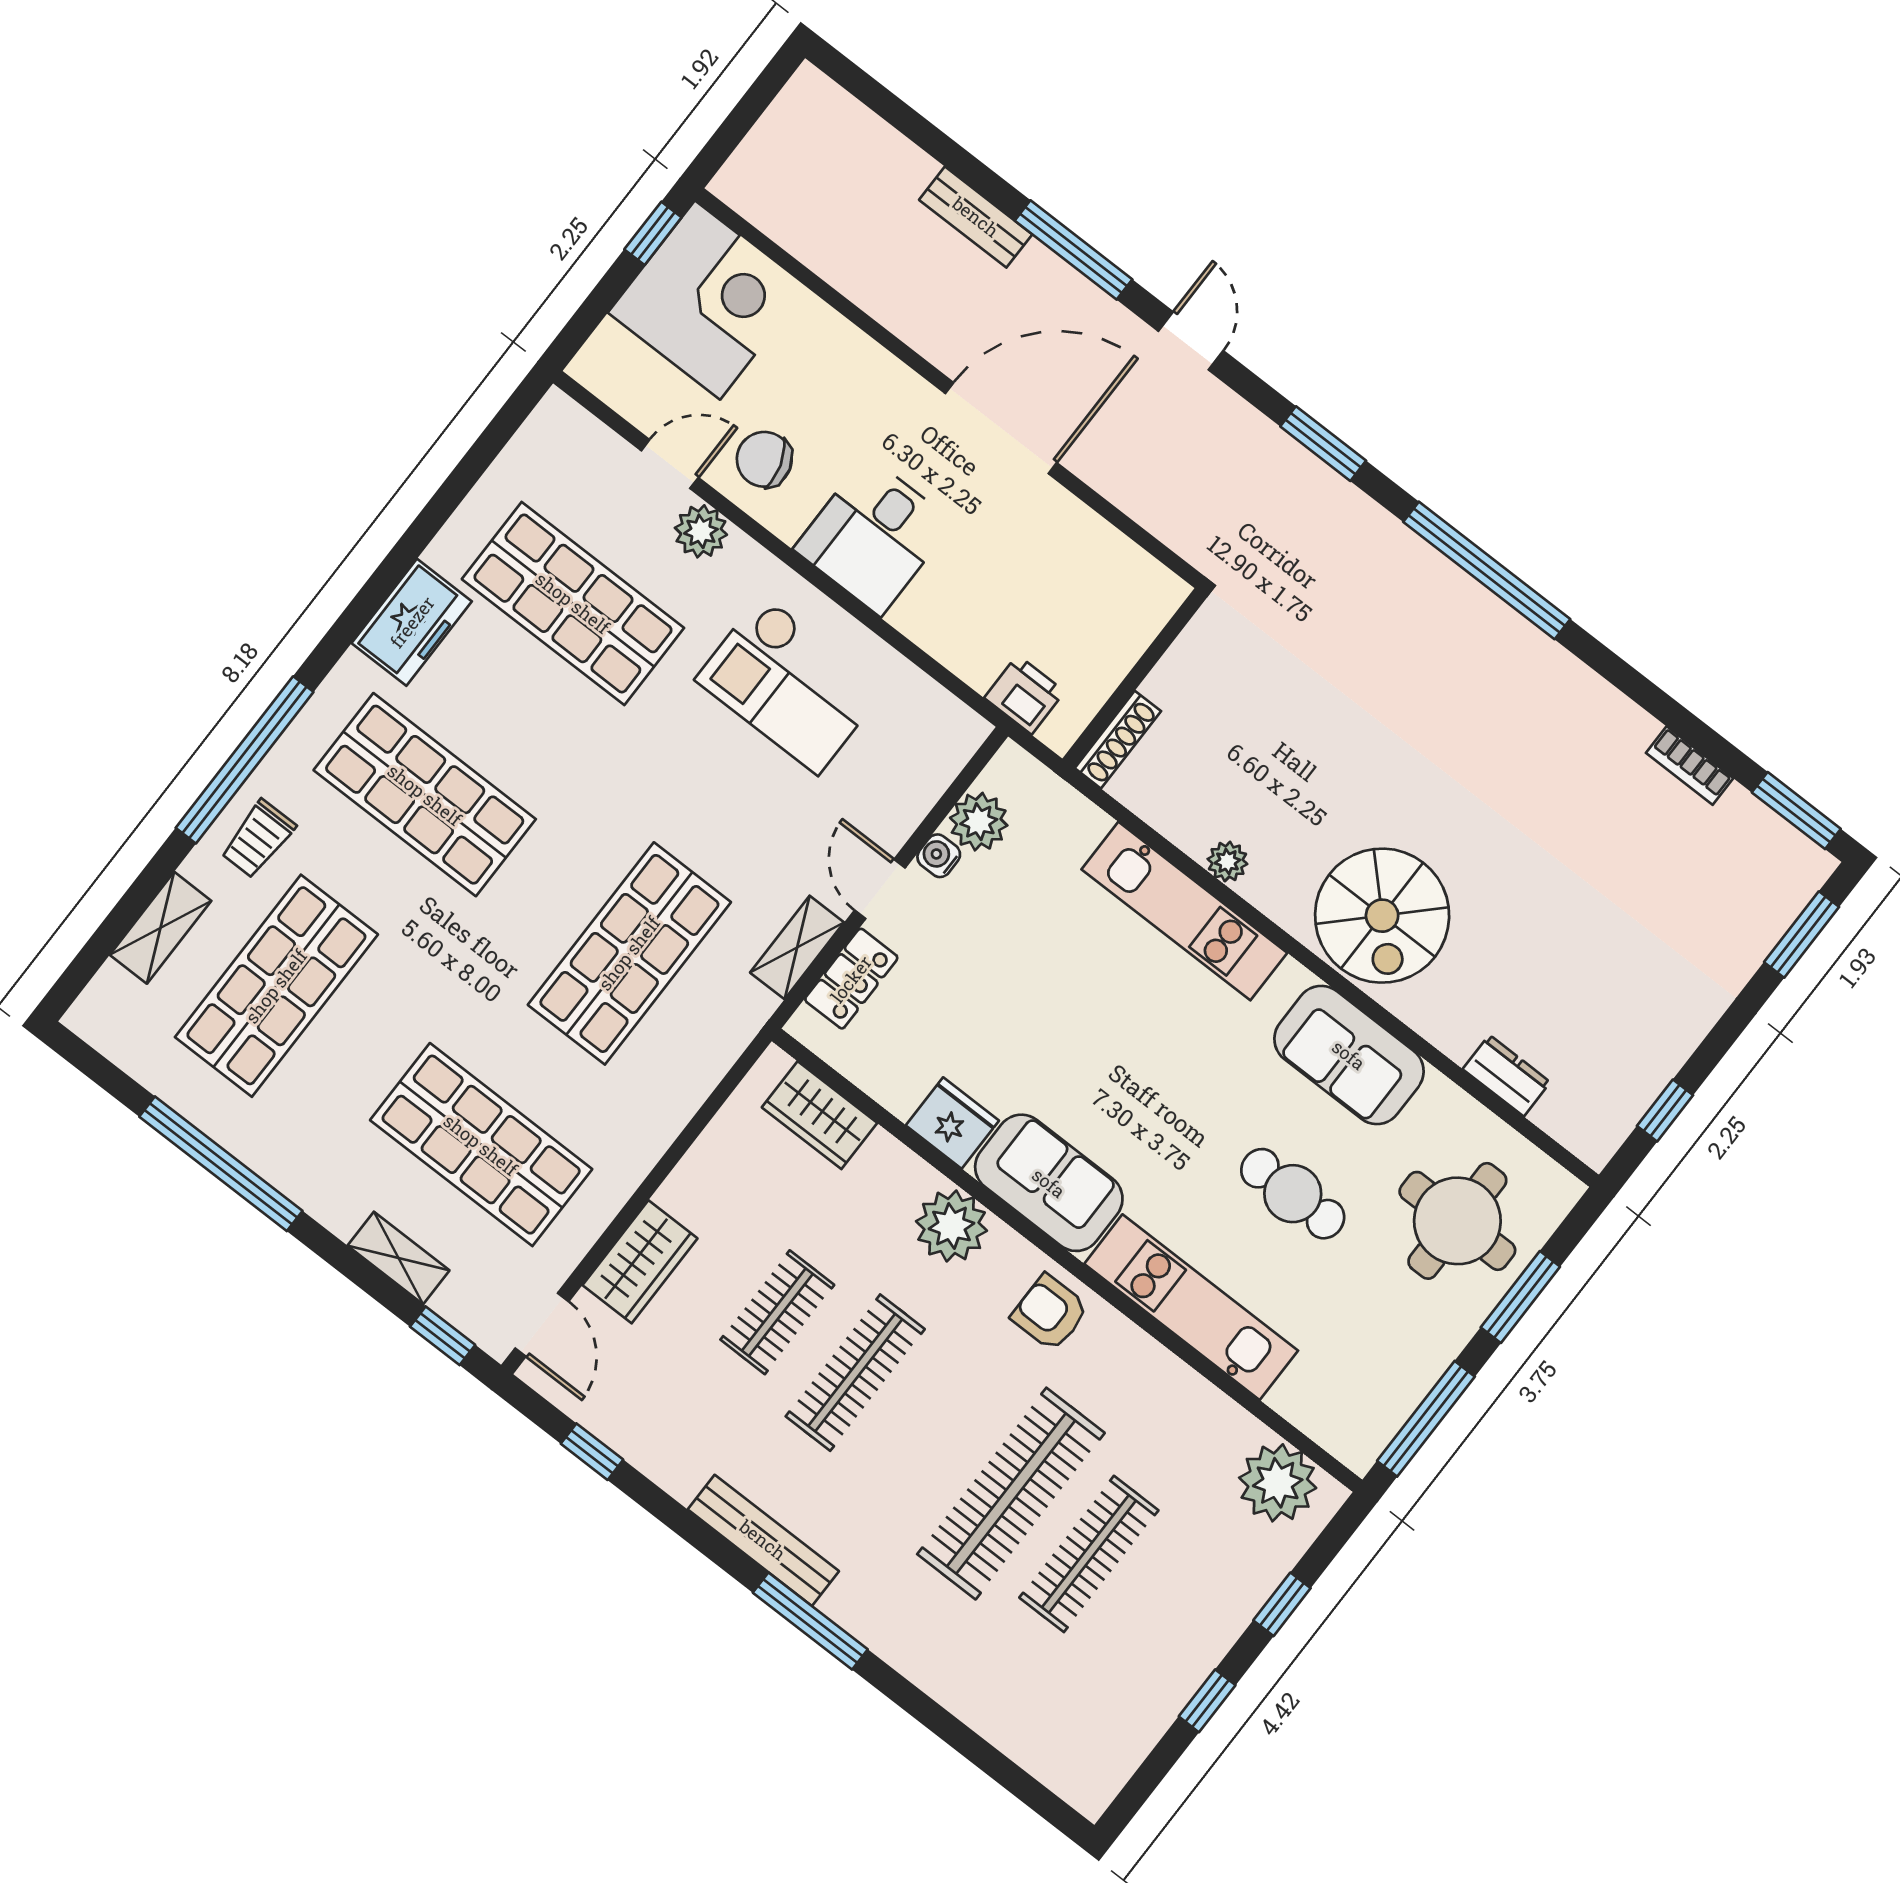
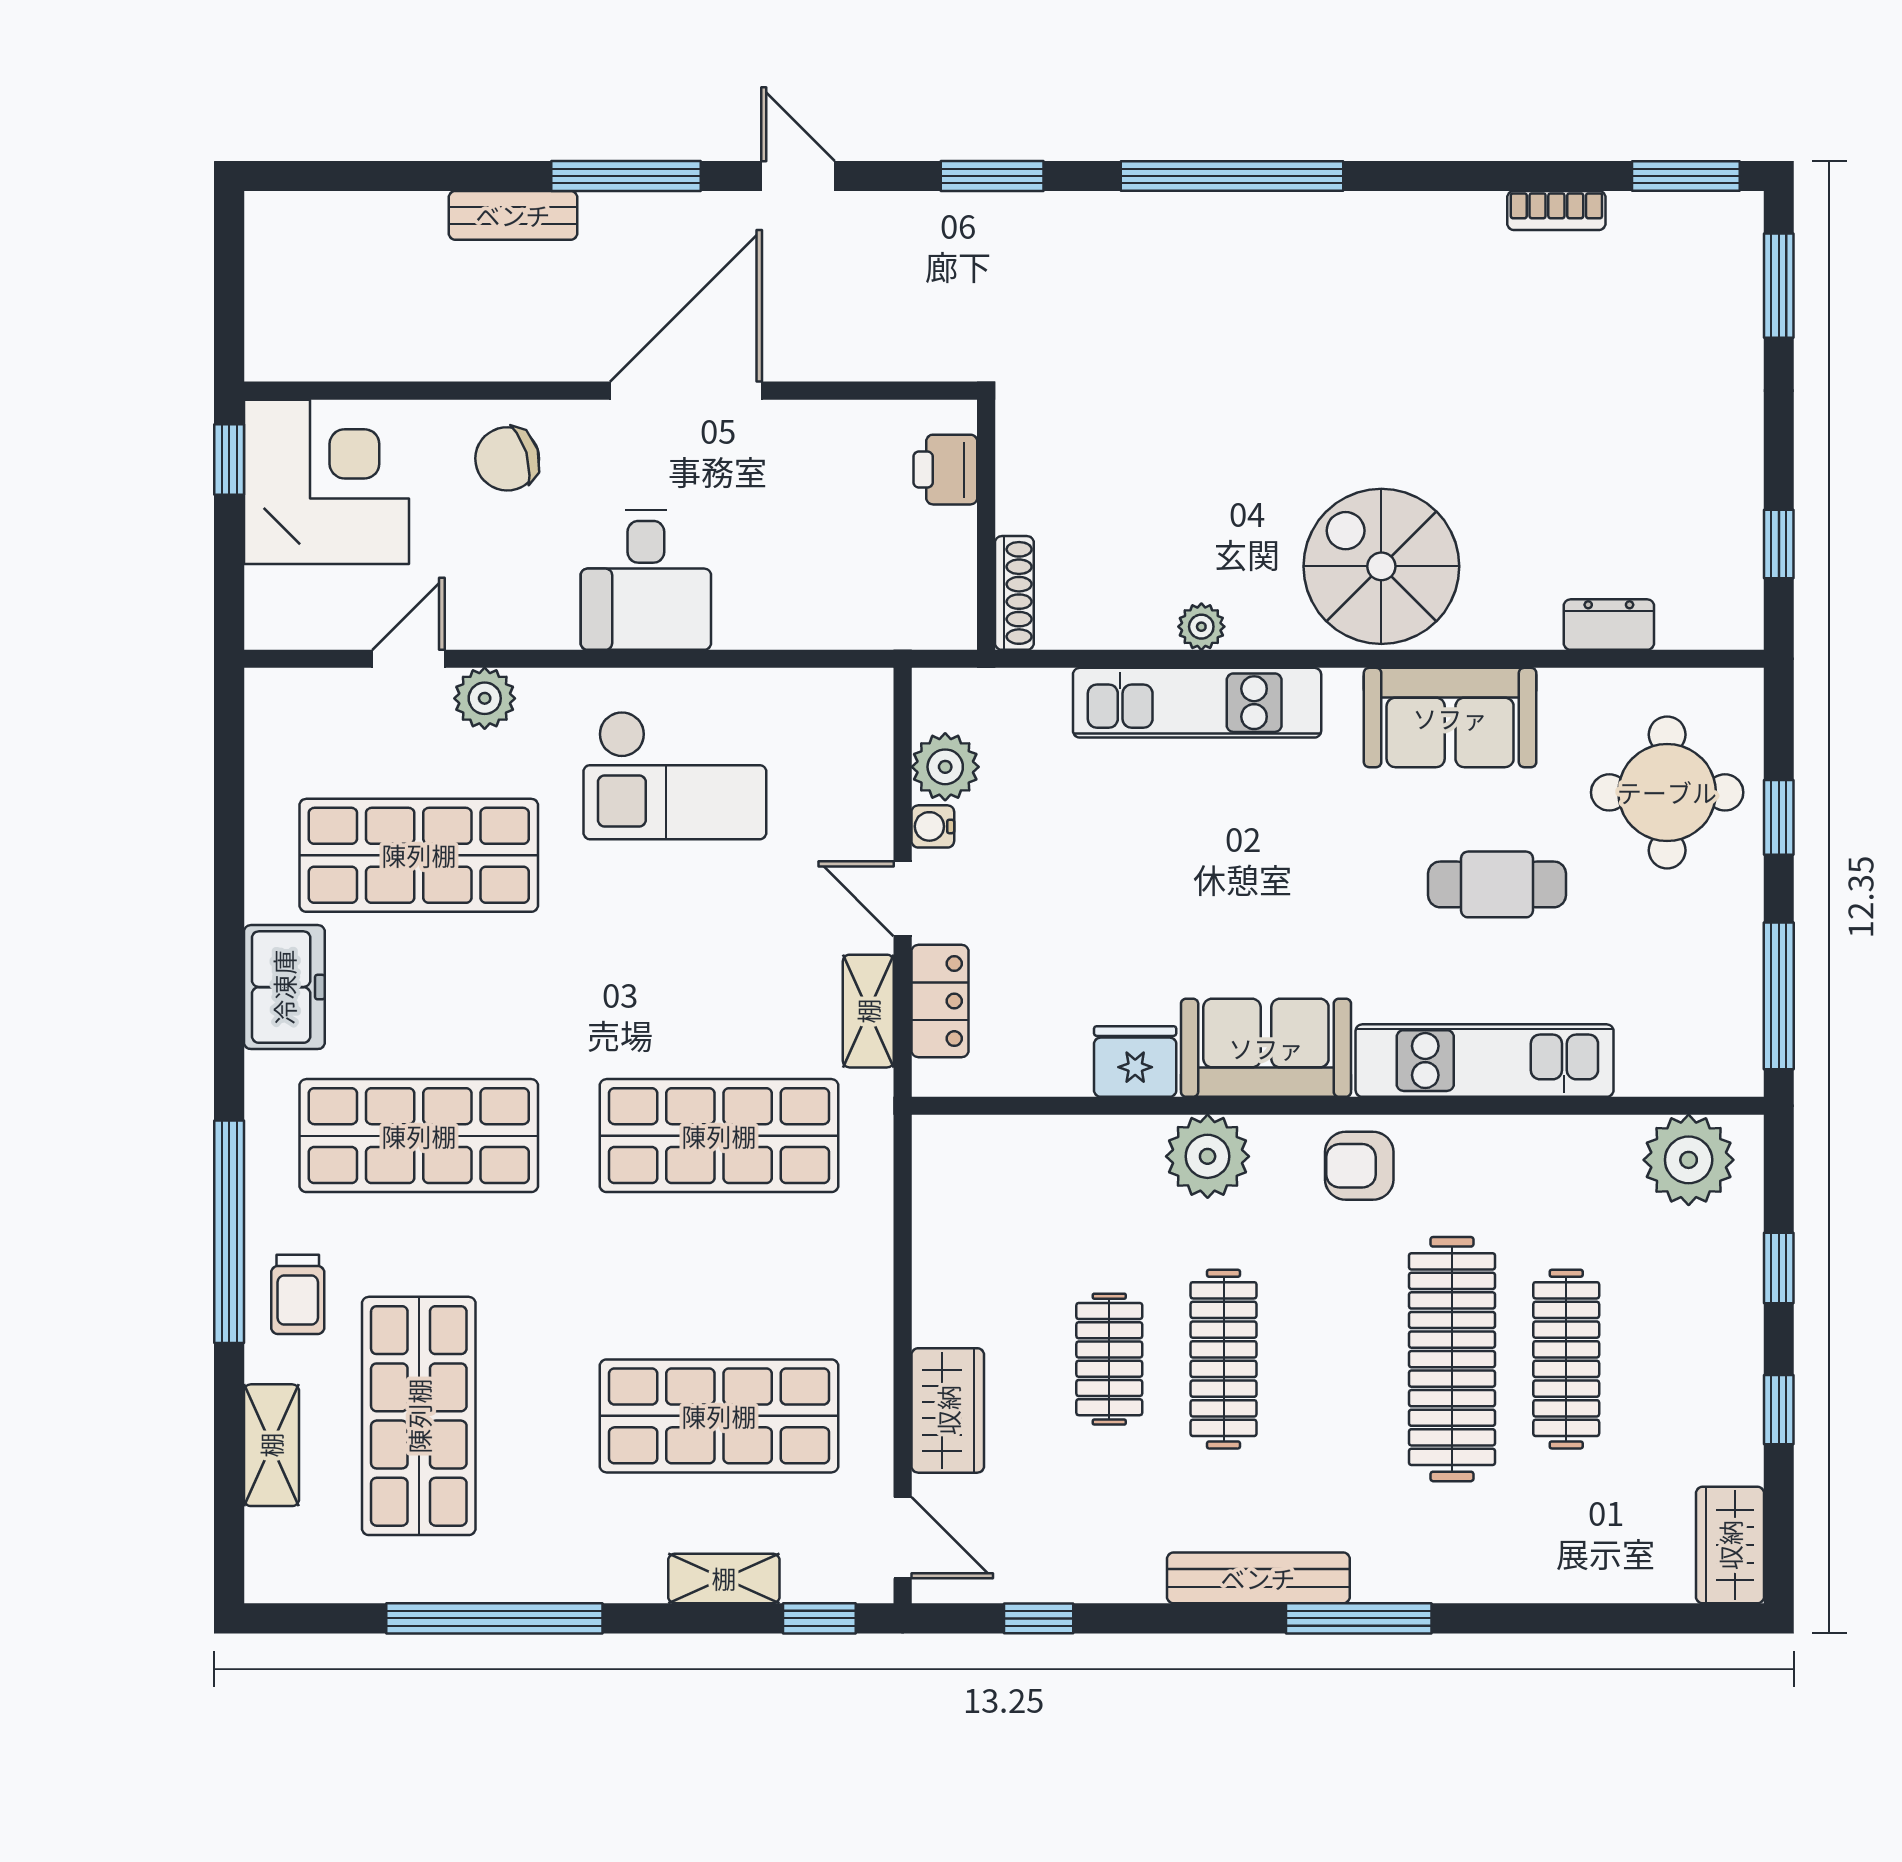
chair: (764, 459) -> (507, 459), moved
printer: (1024, 695) -> (945, 470), moved, turned -90
spiral stairs: (1382, 916) -> (1381, 566), turned 180
shop shelf: (629, 953) -> (719, 1136), turned 90
wardrobe: (819, 1115) -> (1730, 1545), moved, turned 90
window: (1520, 1297) -> (1779, 817), width x0.67

